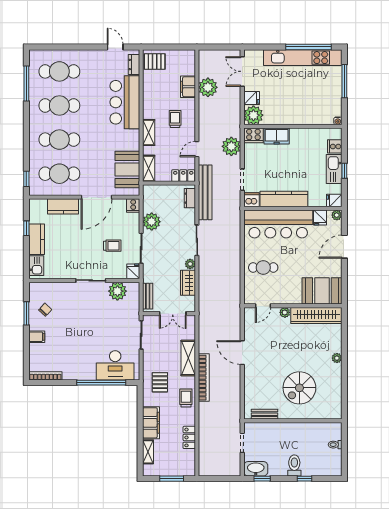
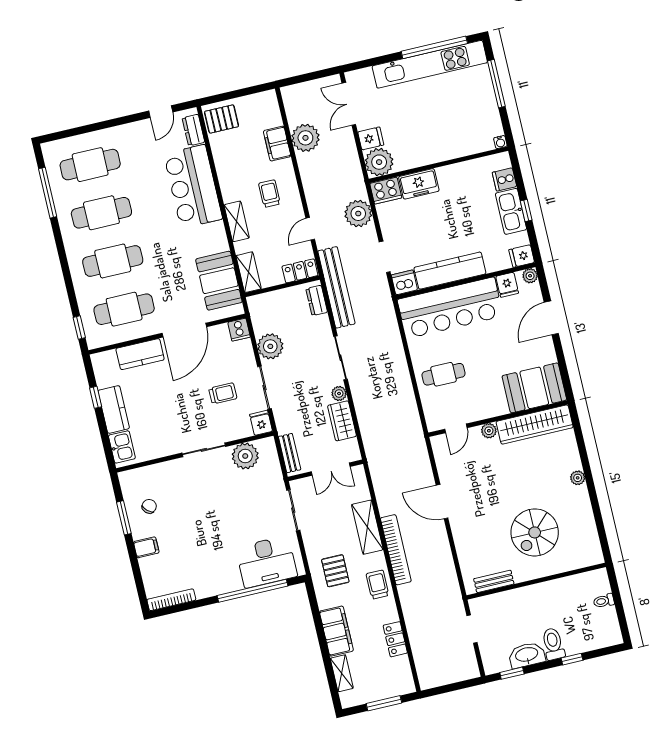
door: (115, 47) -> (161, 112), swing flipped
washbasin: (256, 469) -> (527, 655), moved

